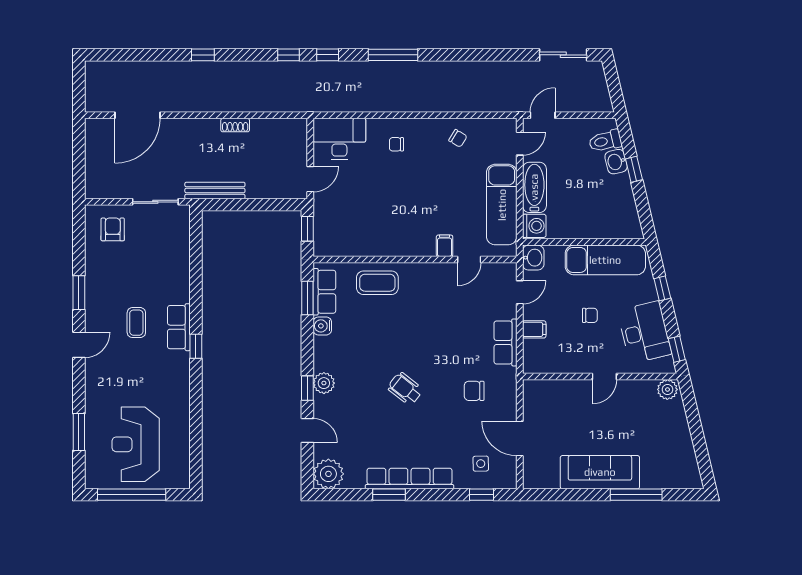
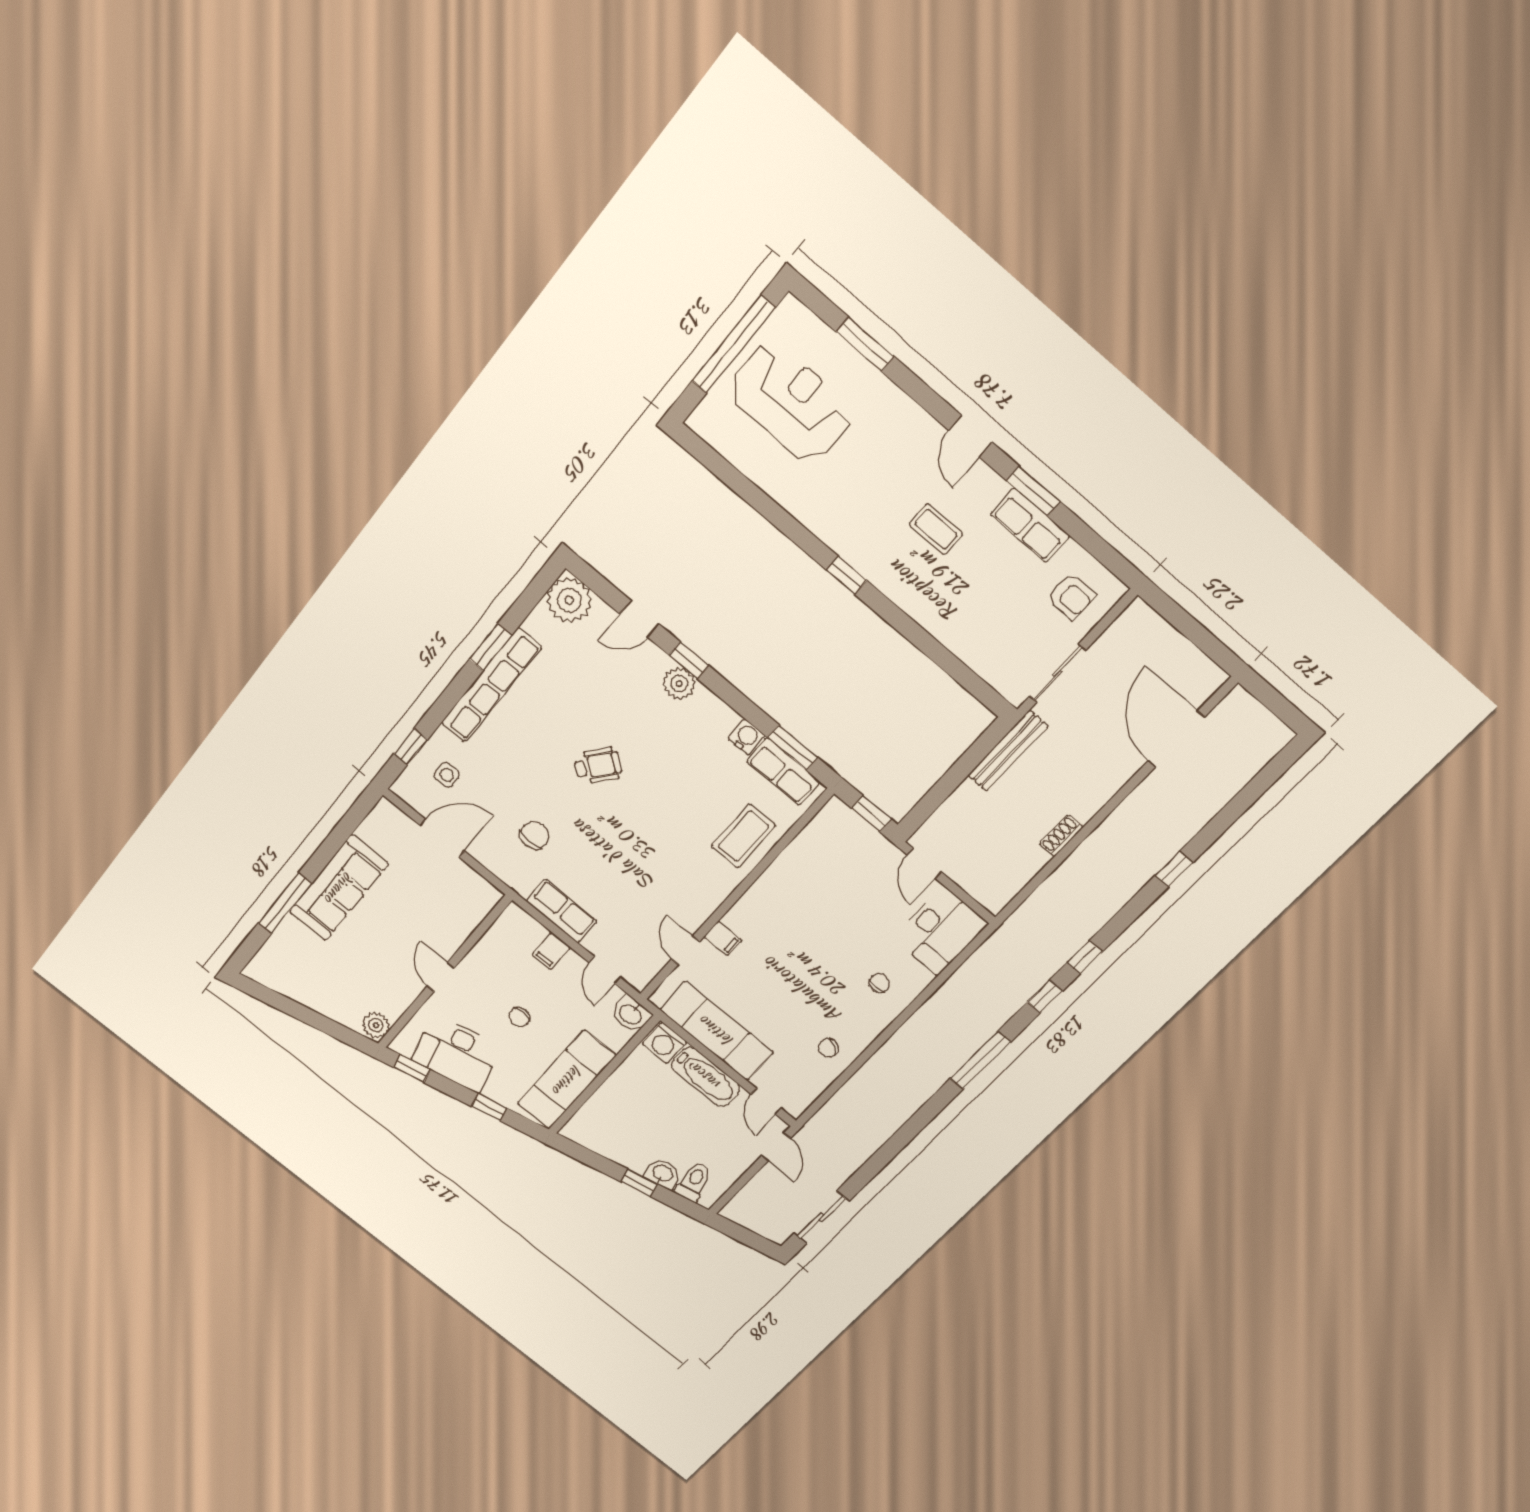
row of seats: (179, 327) -> (1030, 525), moved, turned 180

